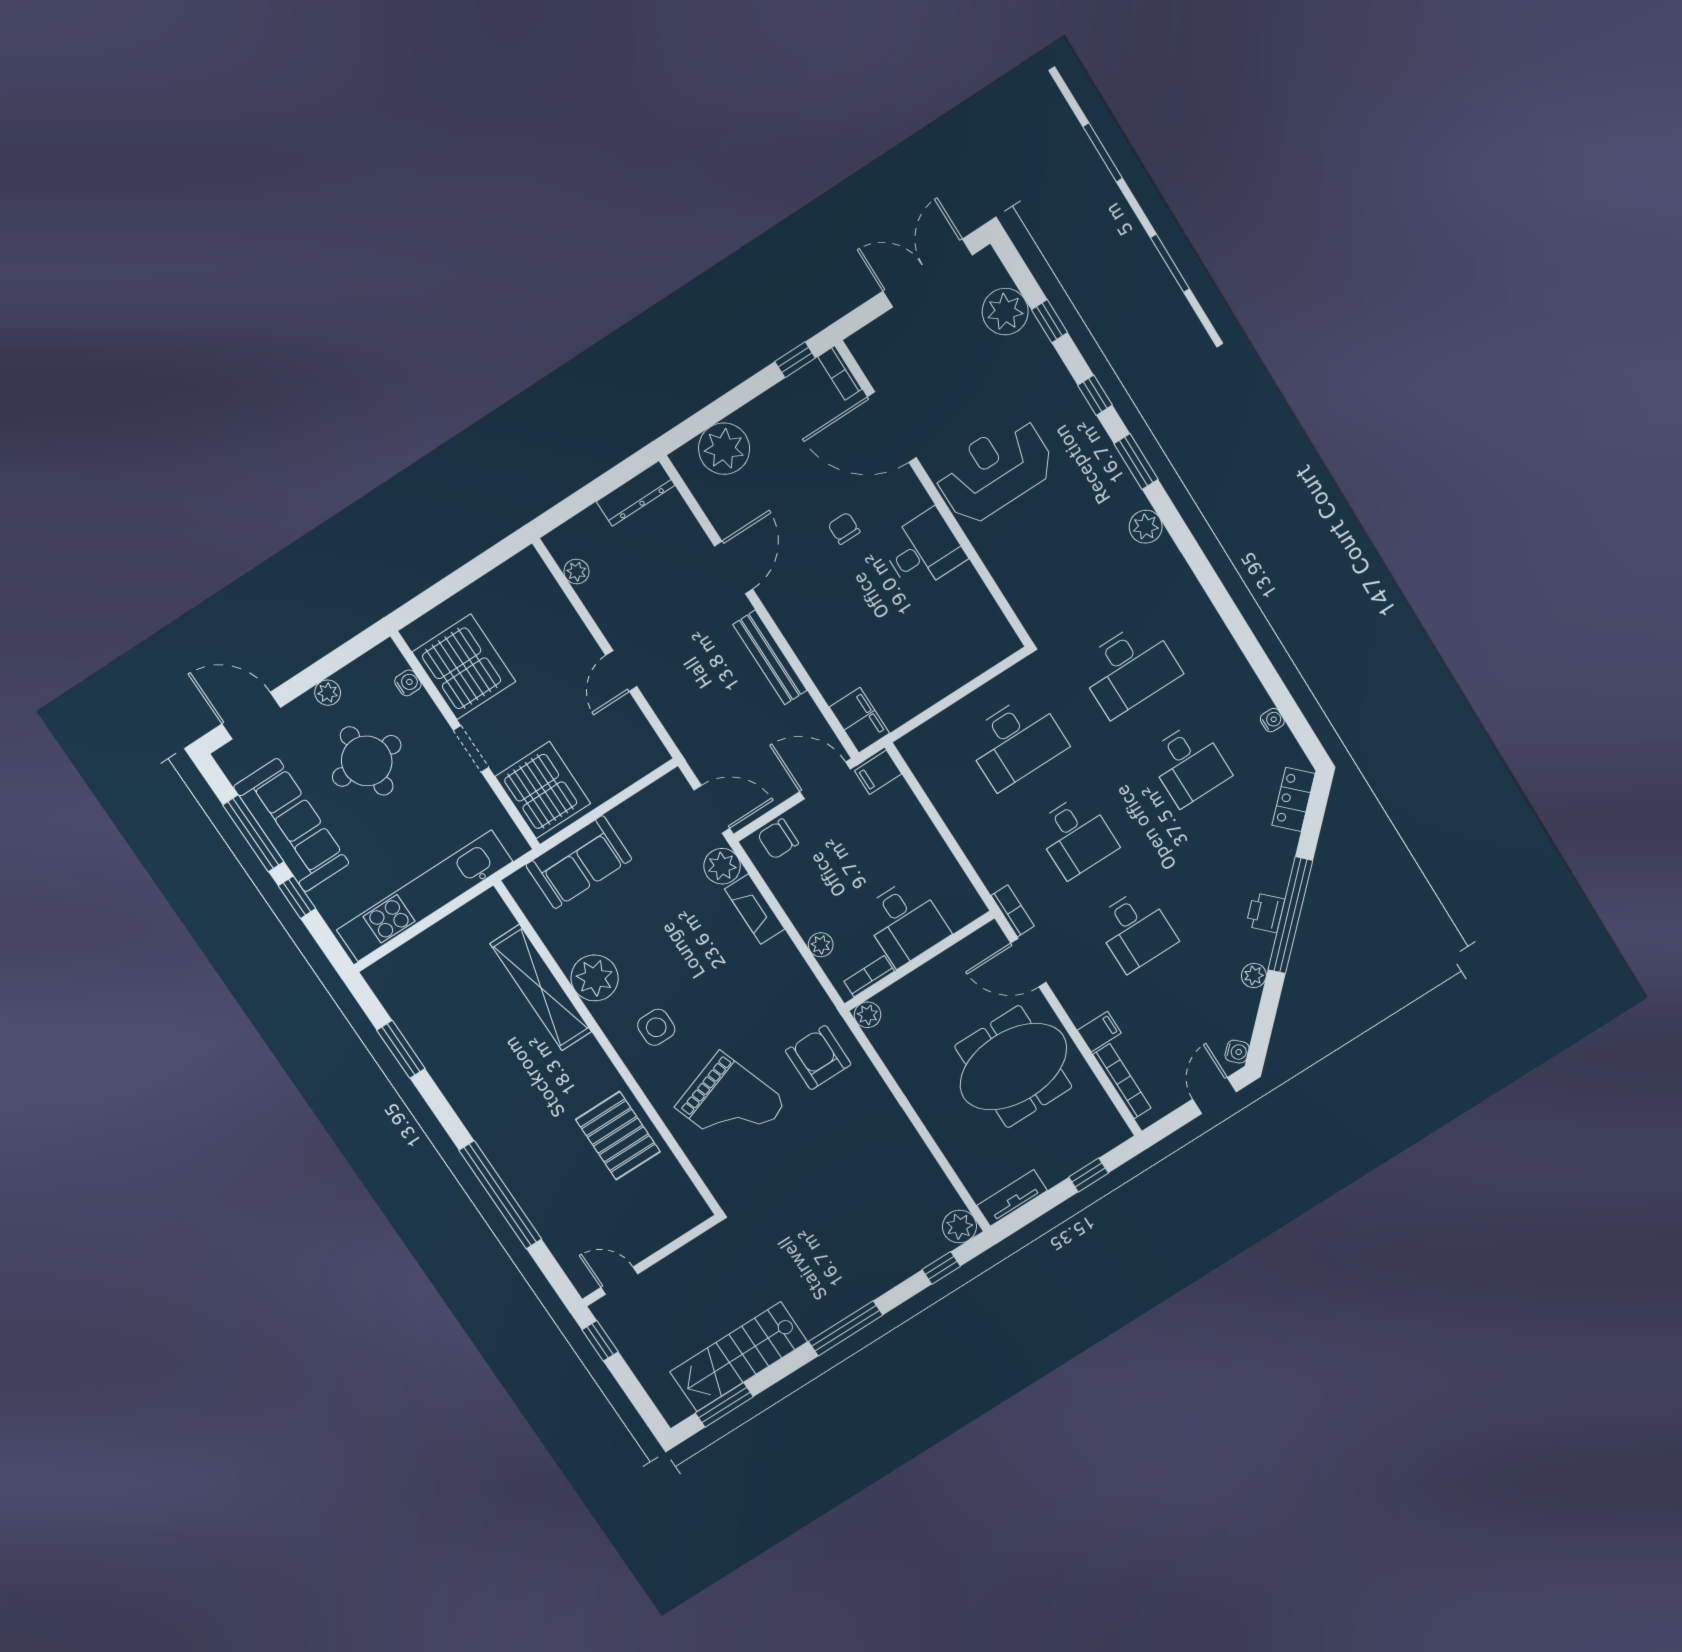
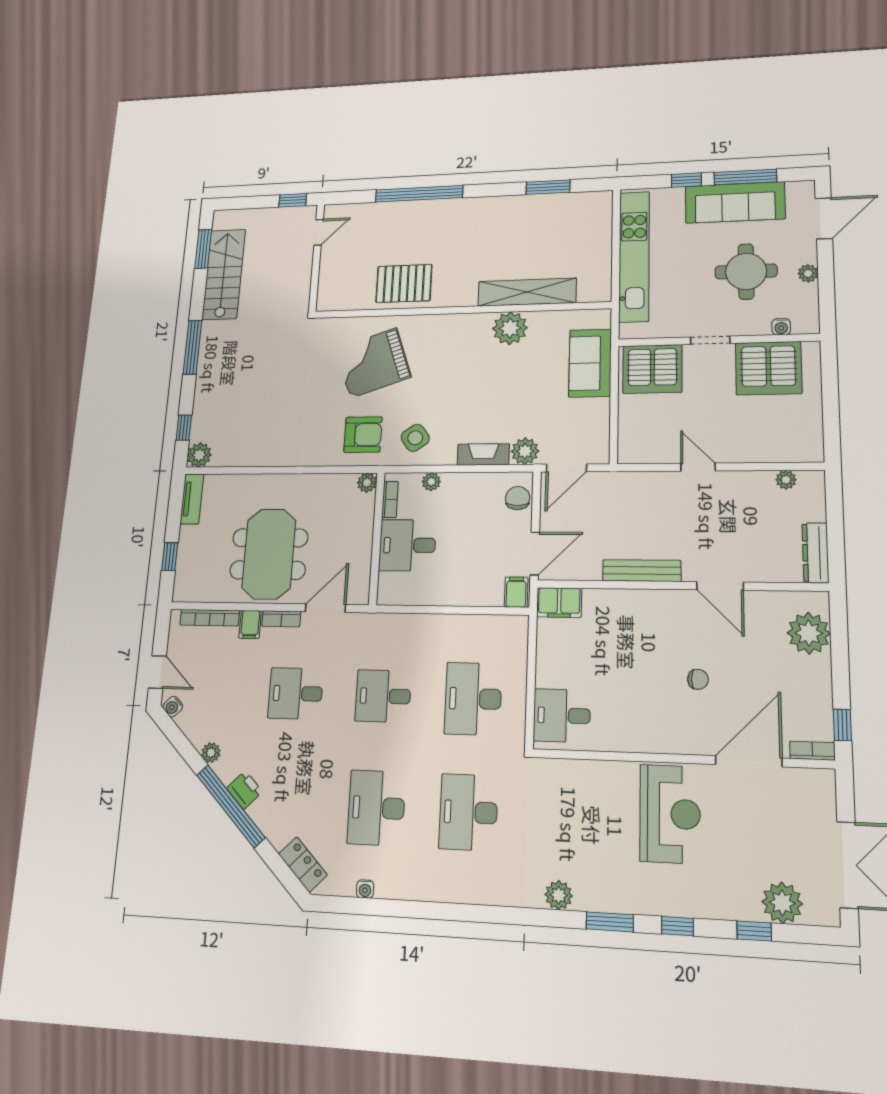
desk: (923, 550) -> (562, 715), moved, turned 90
desk: (1189, 764) -> (376, 808), width x1.37
bookcase: (1013, 911) -> (281, 619), moved
side table: (656, 1027) -> (415, 438), moved, turned -35

